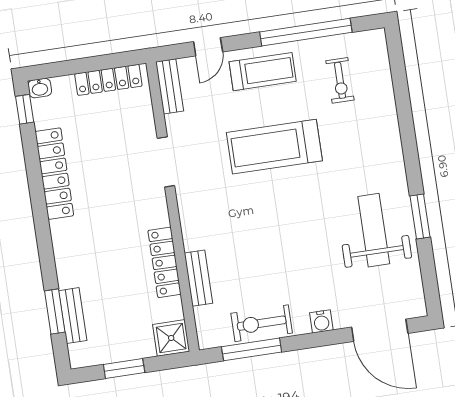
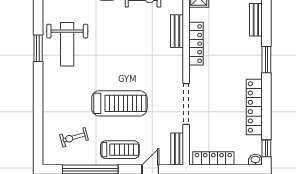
treadmill: (263, 72) -> (120, 150), turned 180
exercise bike: (340, 80) -> (74, 137), turned -106
doorway: (166, 162) -> (186, 104), width x1.36
window: (55, 311) -> (266, 60), moved

